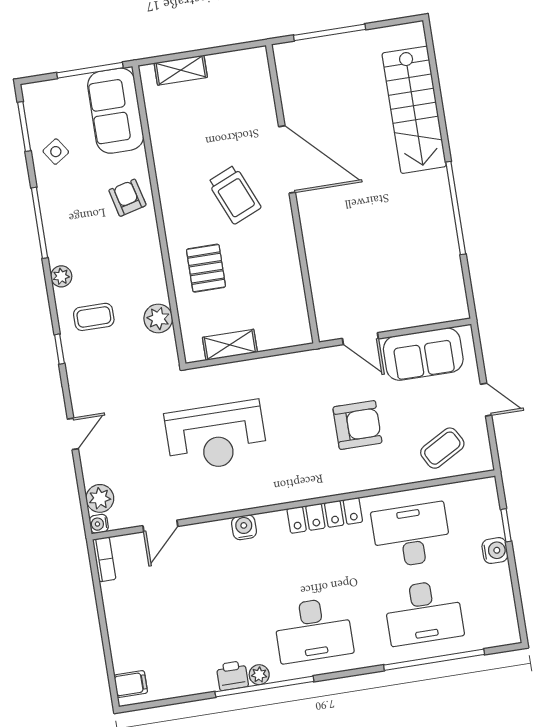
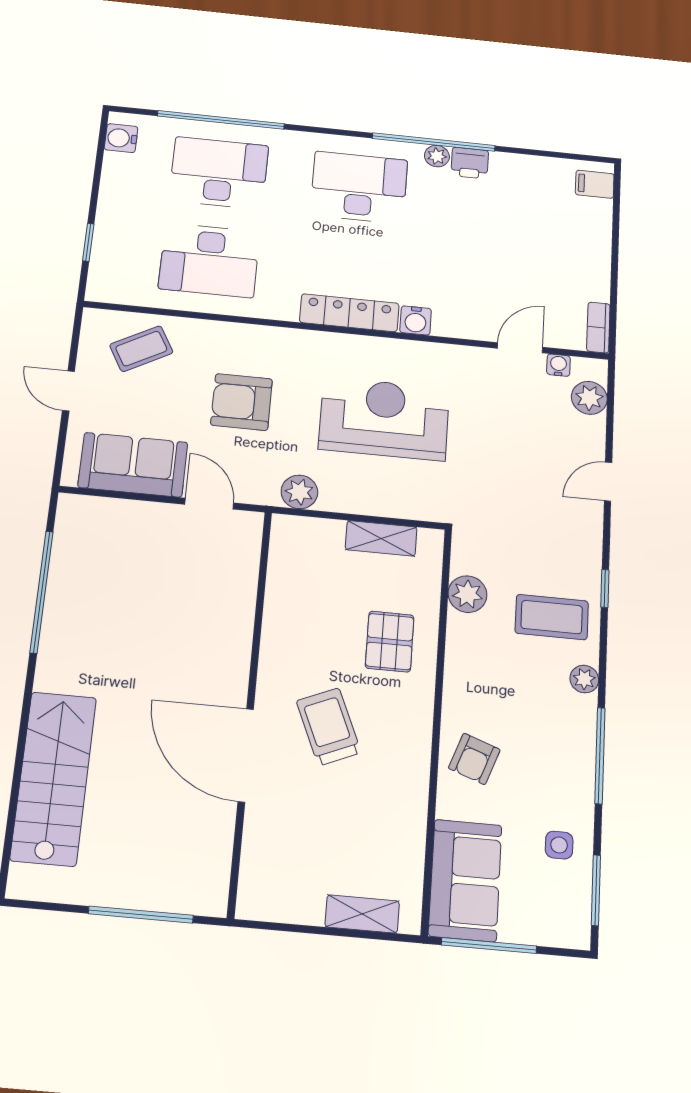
side table: (56, 152) -> (559, 845), turned 34
armchair: (127, 198) -> (474, 759), turned 34
window: (456, 208) -> (42, 592), moved
coffee table: (94, 317) -> (552, 617), width x1.36, depth x1.30
plant: (298, 365) -> (299, 492), added
reception desk: (216, 436) -> (384, 419), moved
locker: (325, 515) -> (349, 313), moved
water cooler: (99, 524) -> (558, 365), moved, turned -90
water cooler: (495, 551) -> (121, 138), moved

